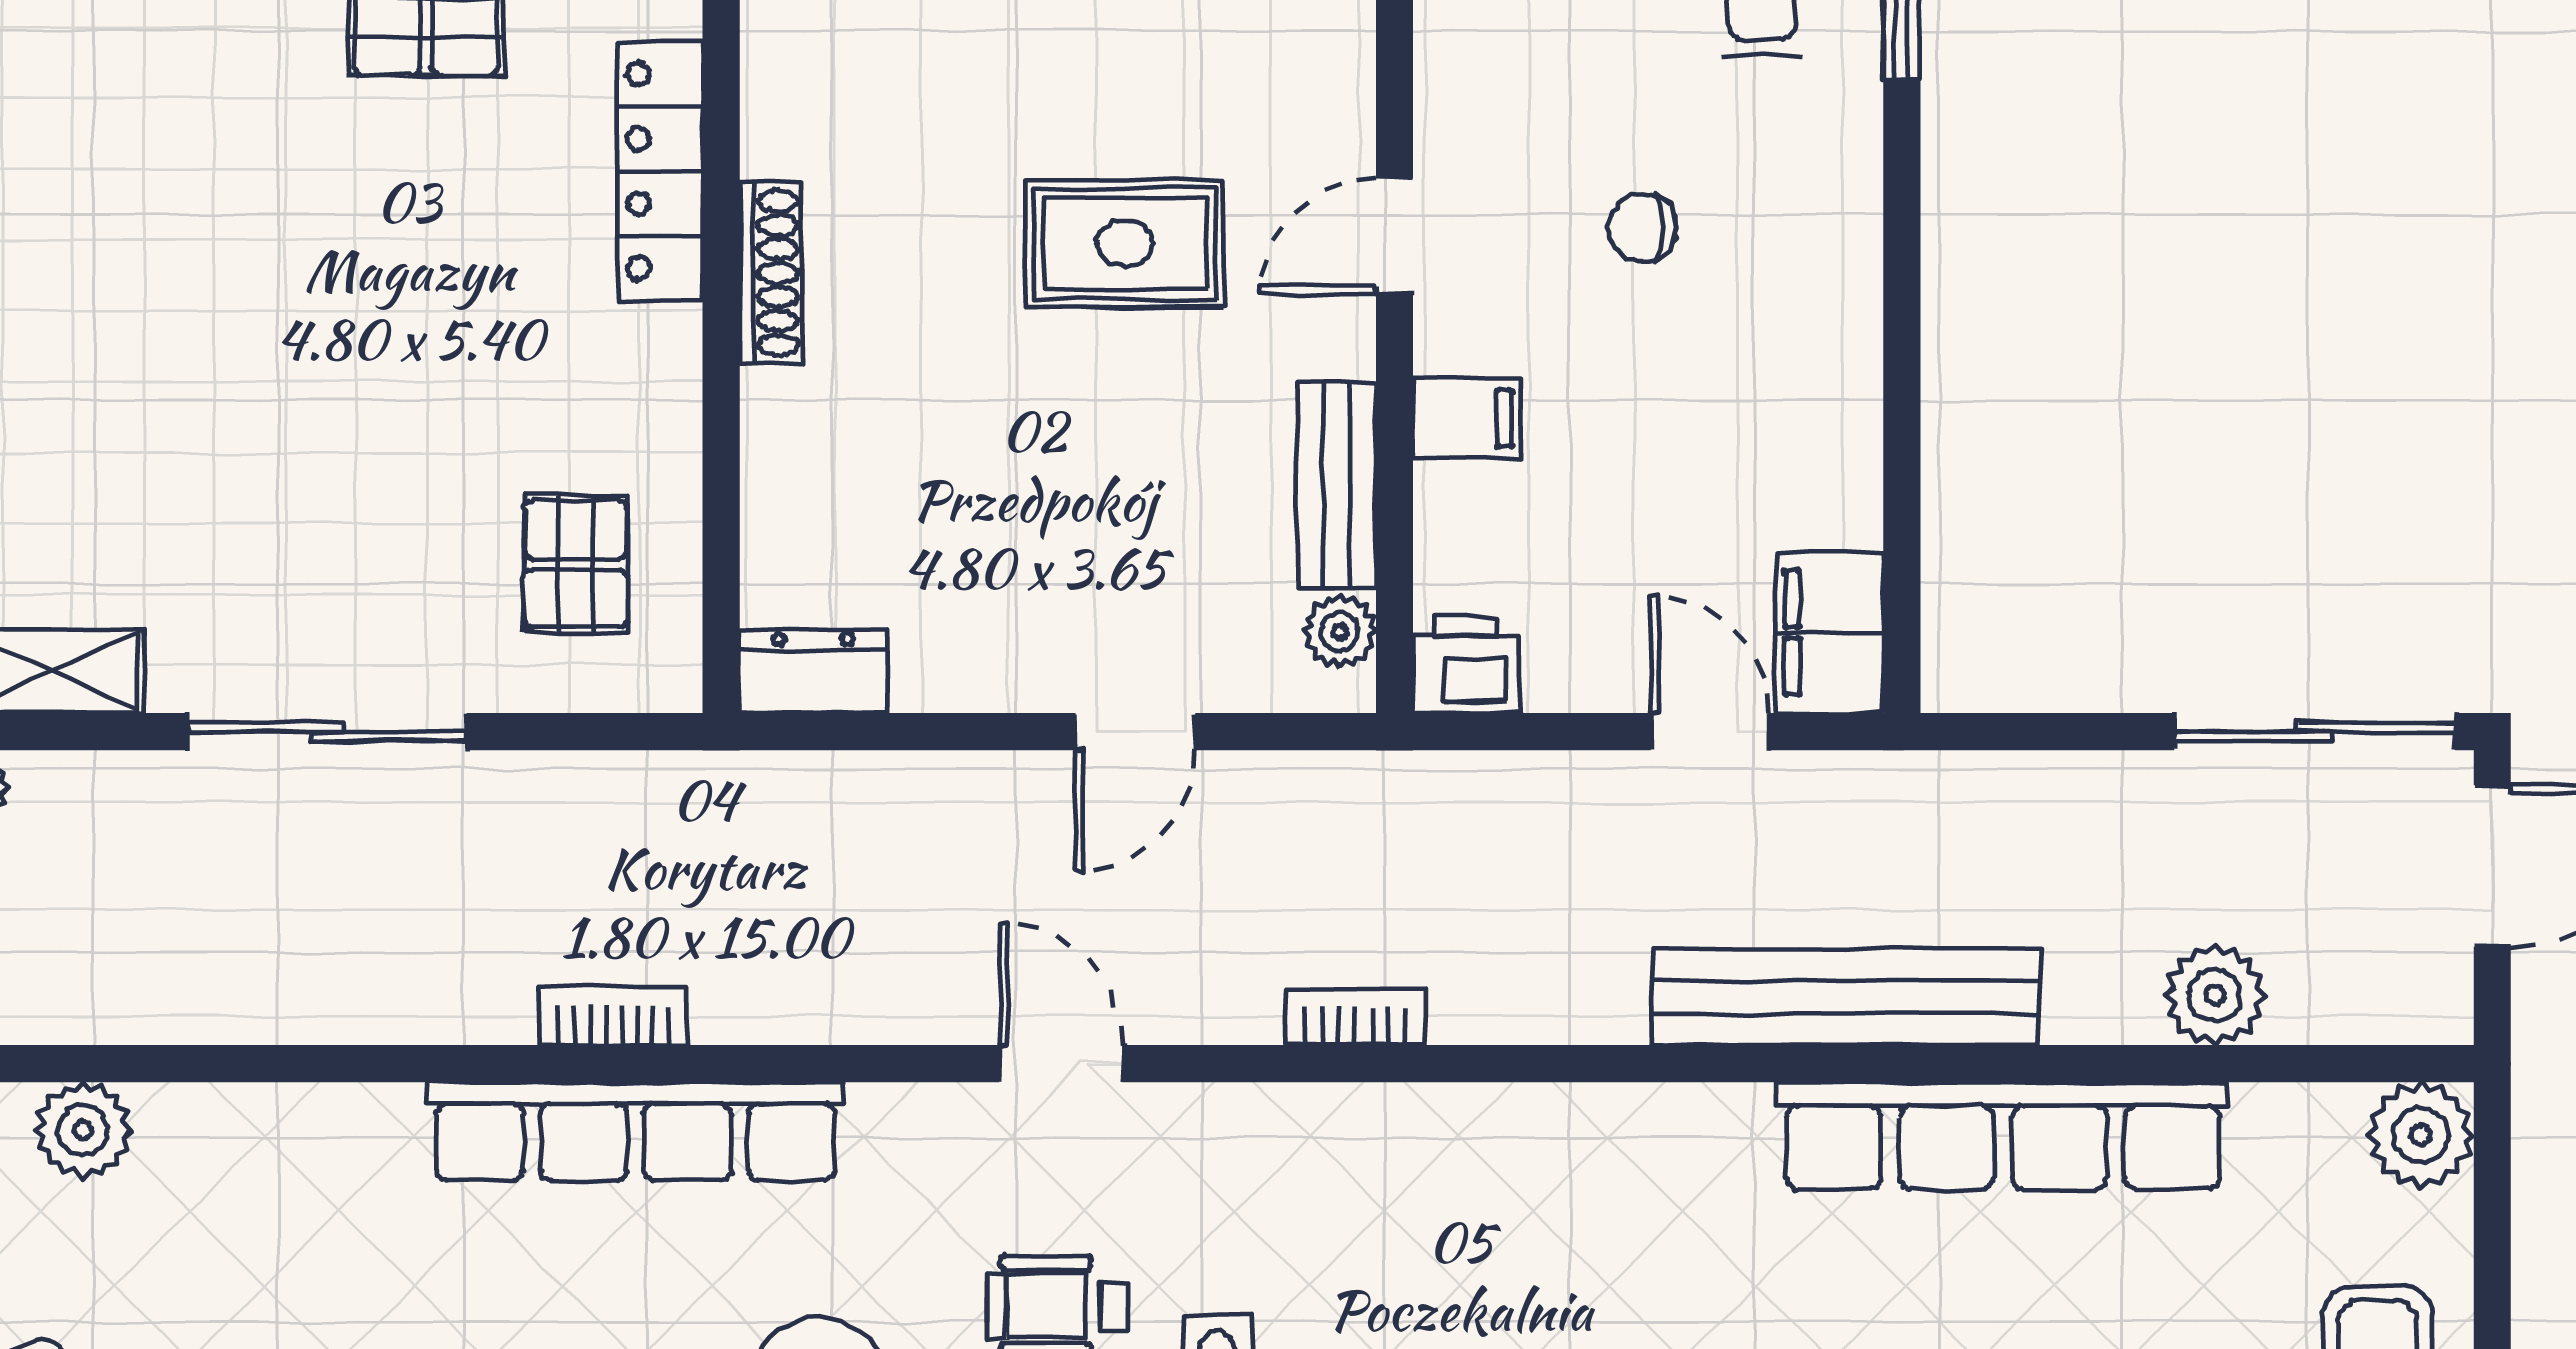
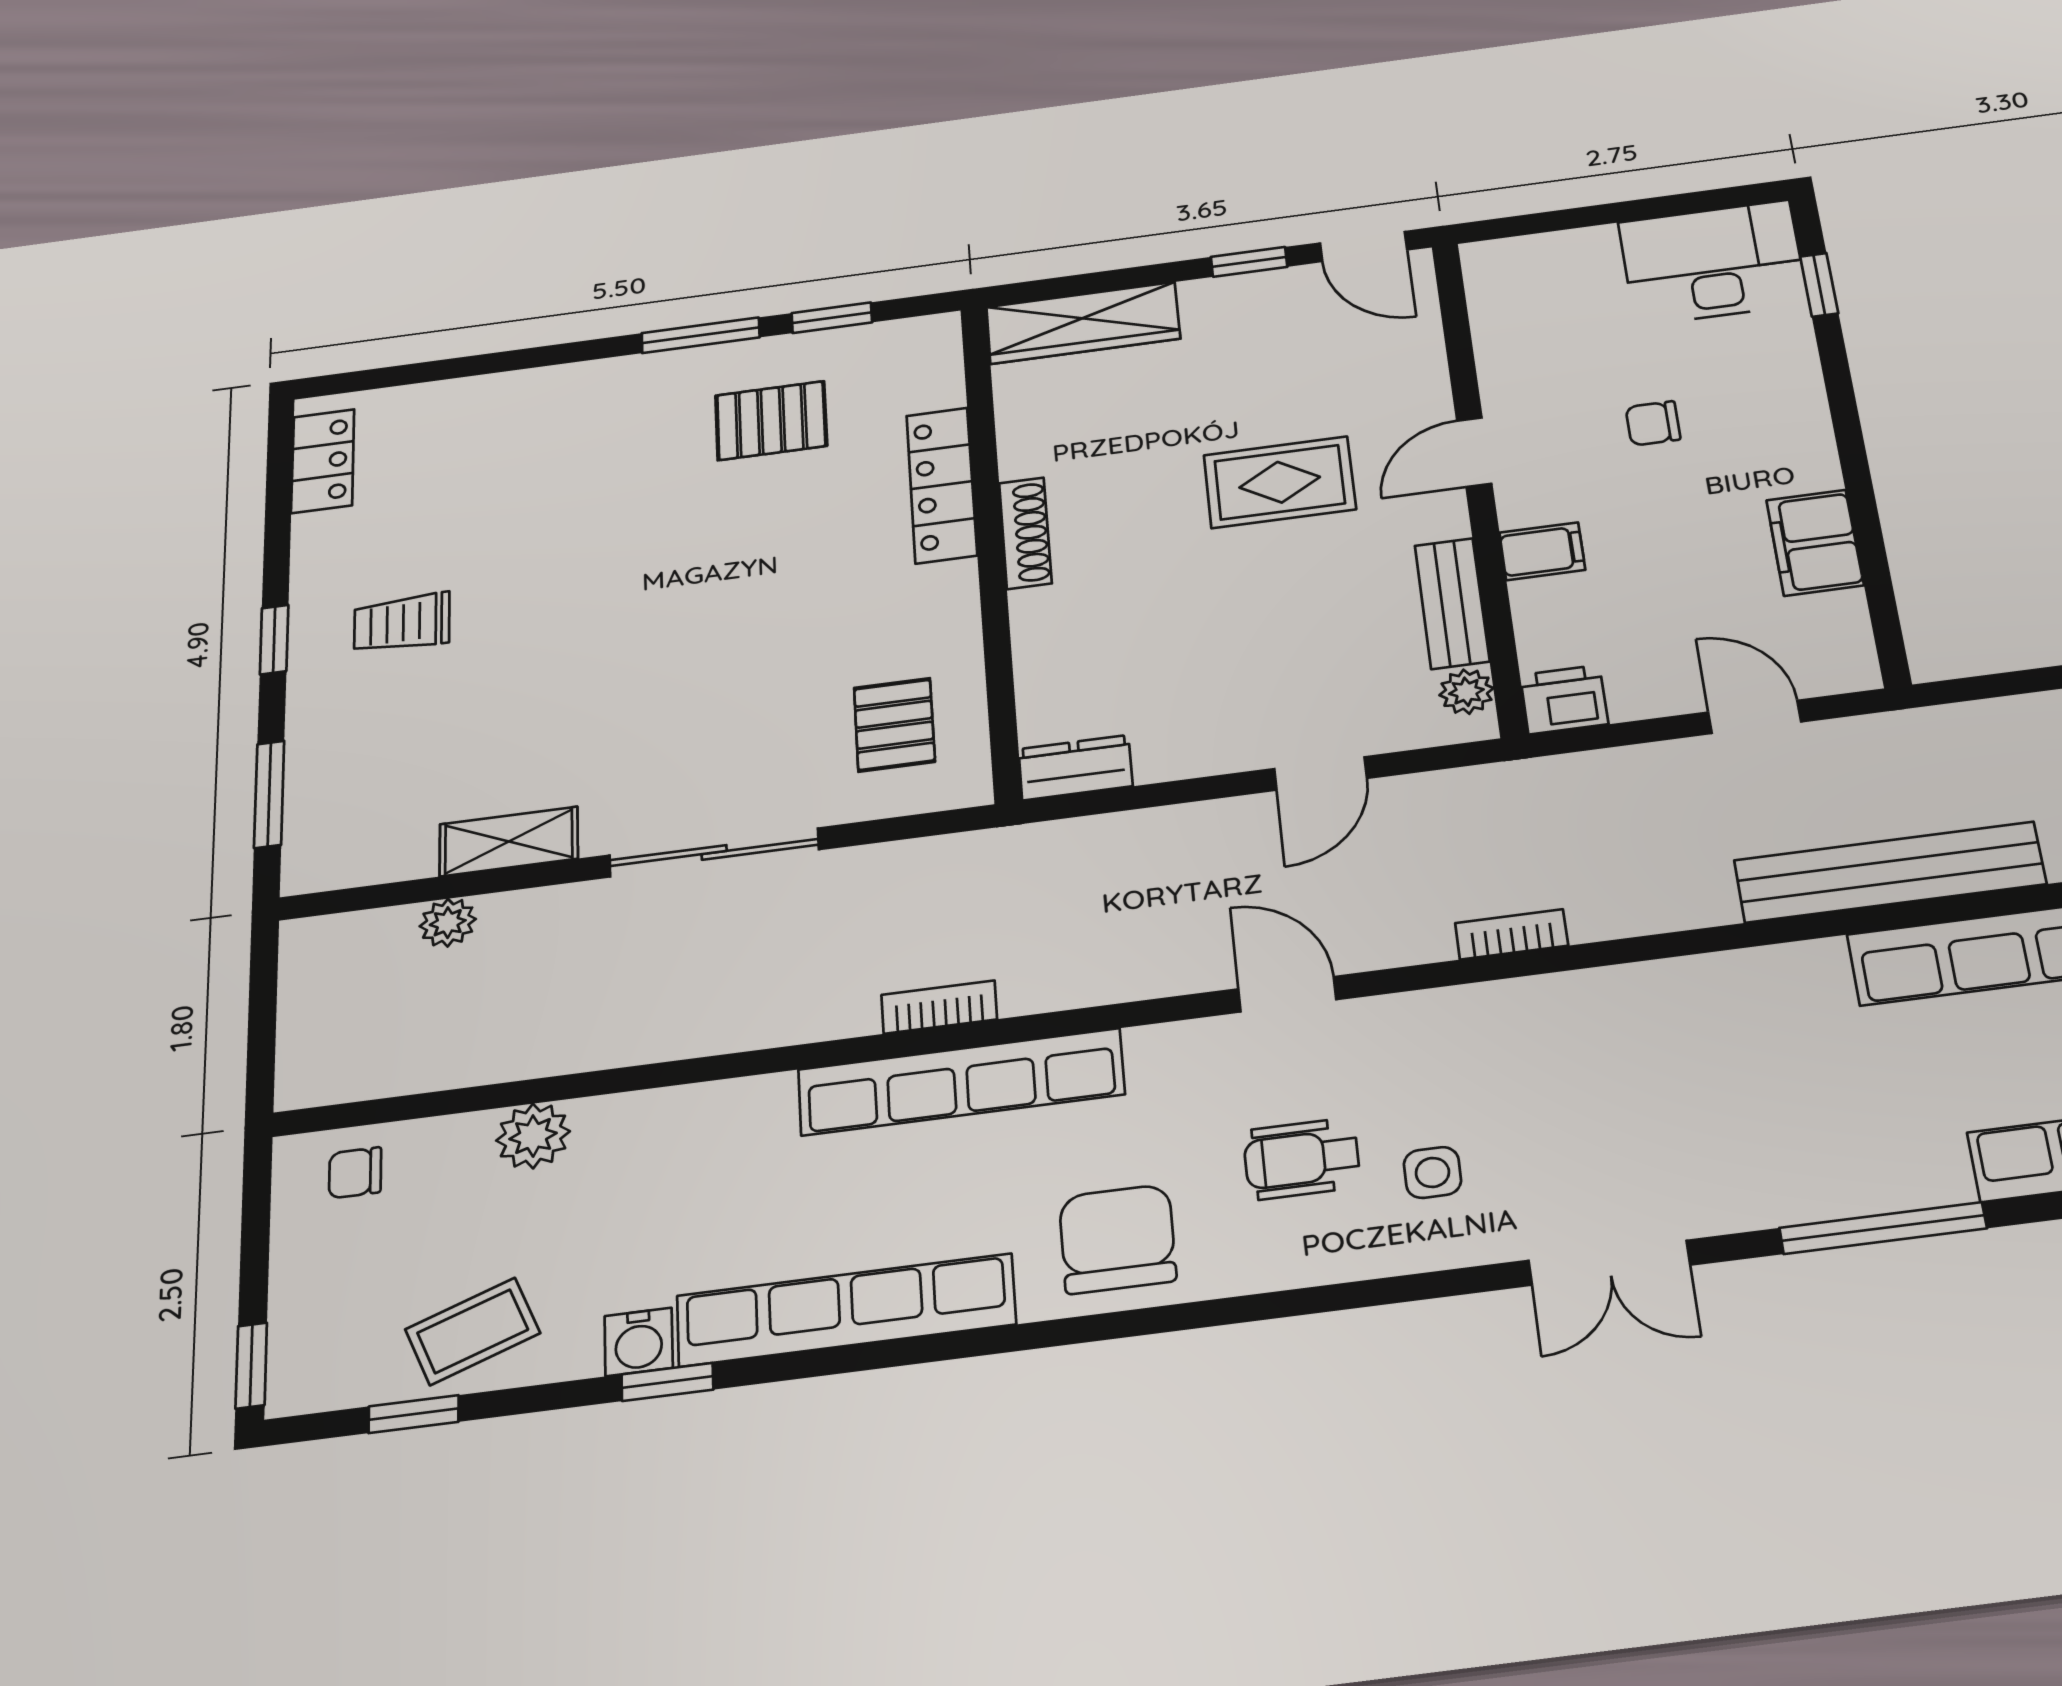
filing cabinet: (1830, 633) -> (1815, 543), moved

